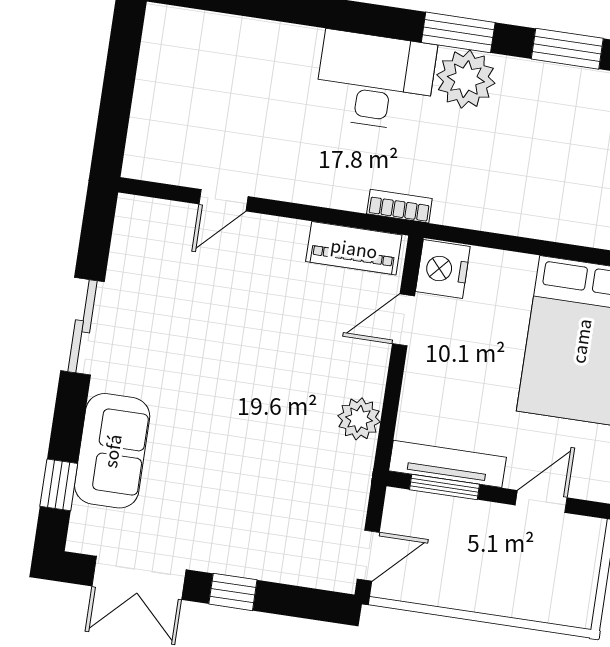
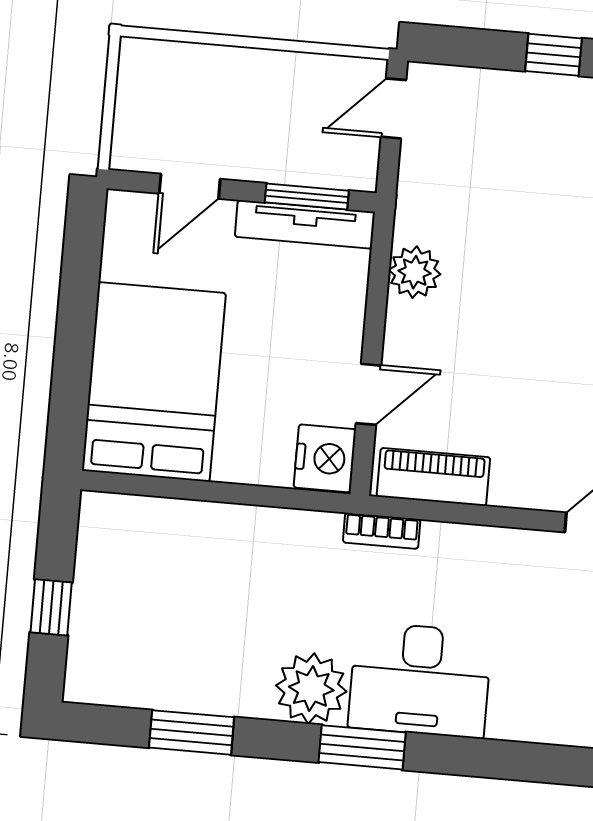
window: (458, 32) -> (362, 747), moved

